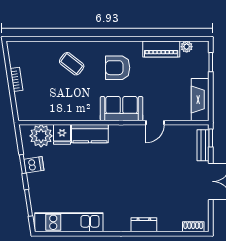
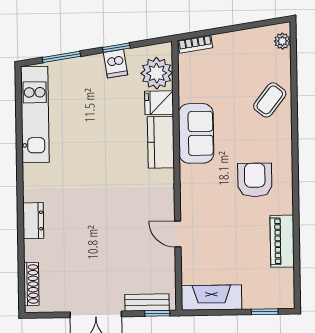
plant: (187, 47) -> (282, 41), moved
coffee table: (72, 64) -> (270, 100), moved
bookcase: (17, 79) -> (195, 44), moved
sofa: (122, 109) -> (196, 133), moved
shoe rack: (193, 227) -> (31, 284), width x1.43

